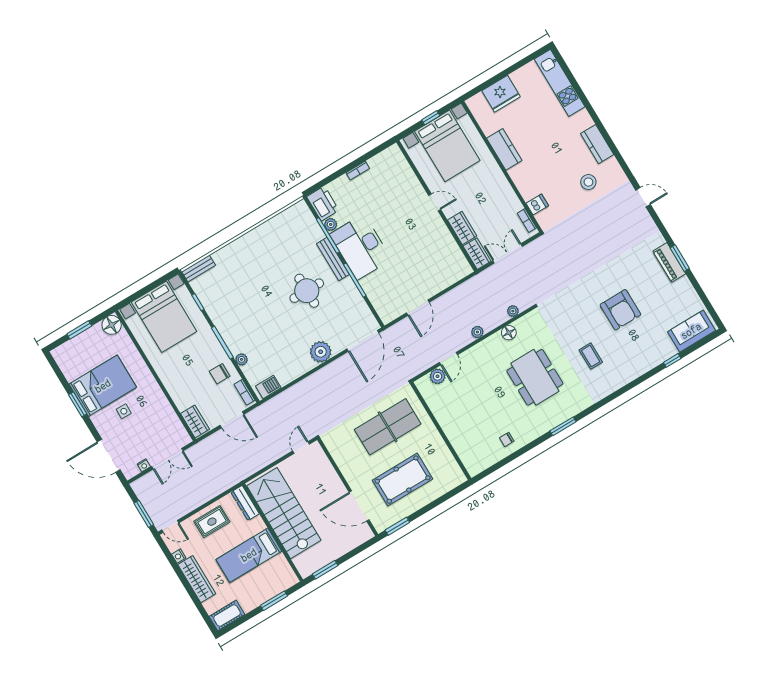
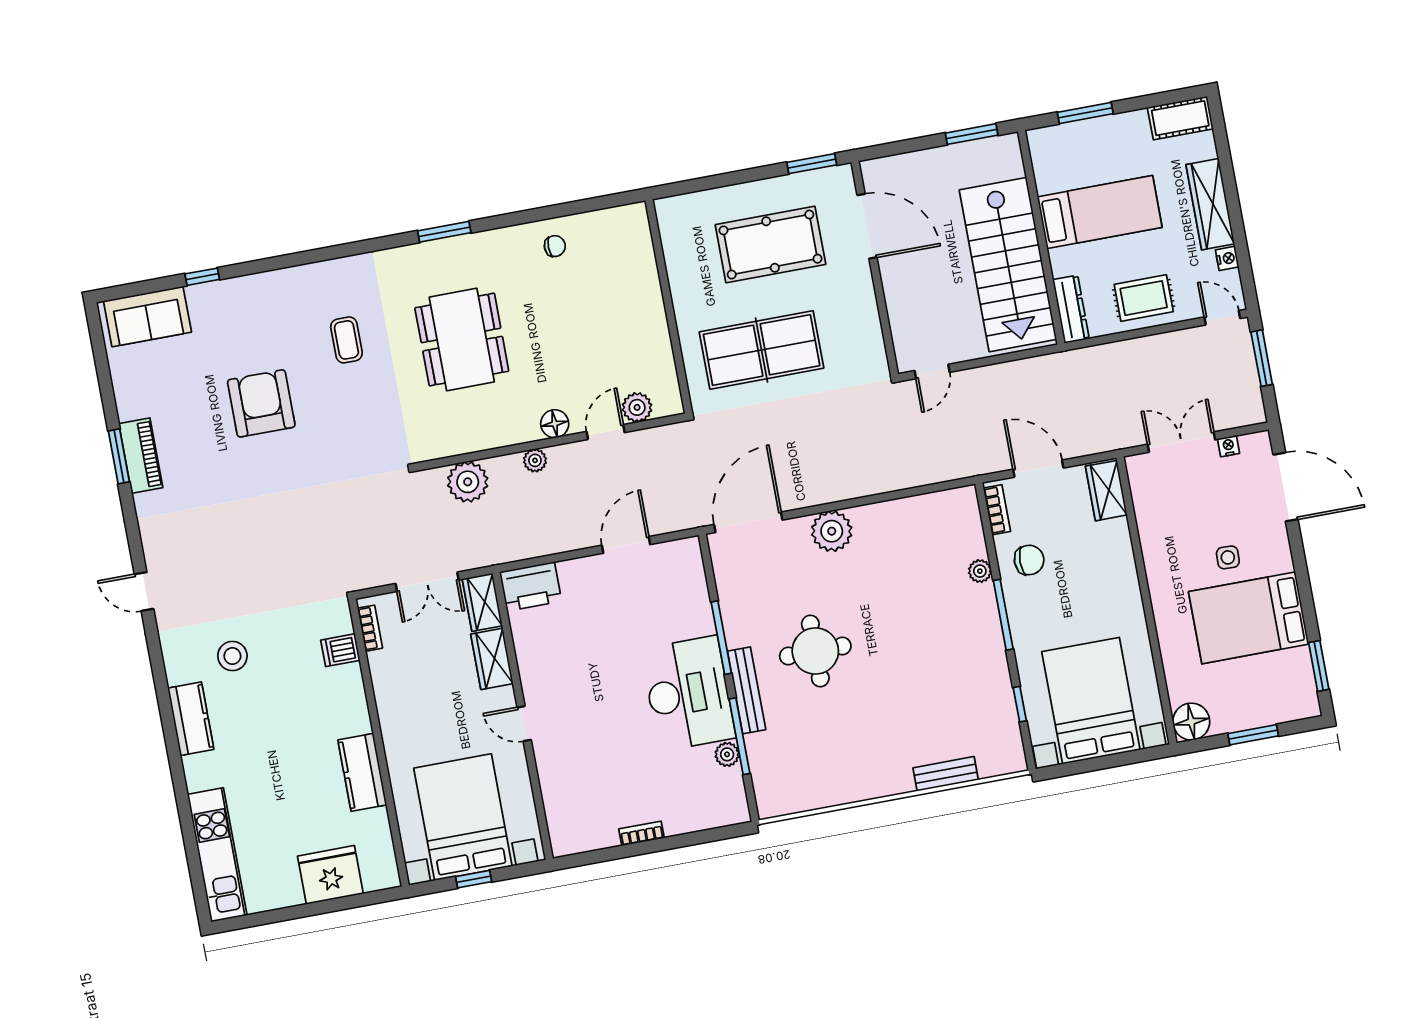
printer: (323, 204) -> (531, 587), moved, turned -90
bench: (199, 269) -> (946, 774), moved
plant: (513, 311) -> (468, 482), width x1.88, depth x1.88
floor lamp: (509, 333) -> (555, 424), moved
barbecue: (268, 387) -> (950, 503), removed
window: (78, 404) -> (1319, 666), moved

